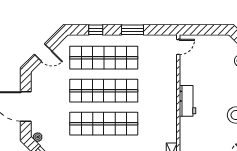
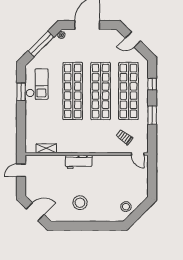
door: (43, 53) -> (133, 40), hinge flipped
trolley: (158, 63) -> (124, 137), added
workbench: (188, 101) -> (79, 162), moved

